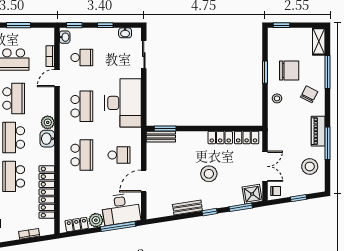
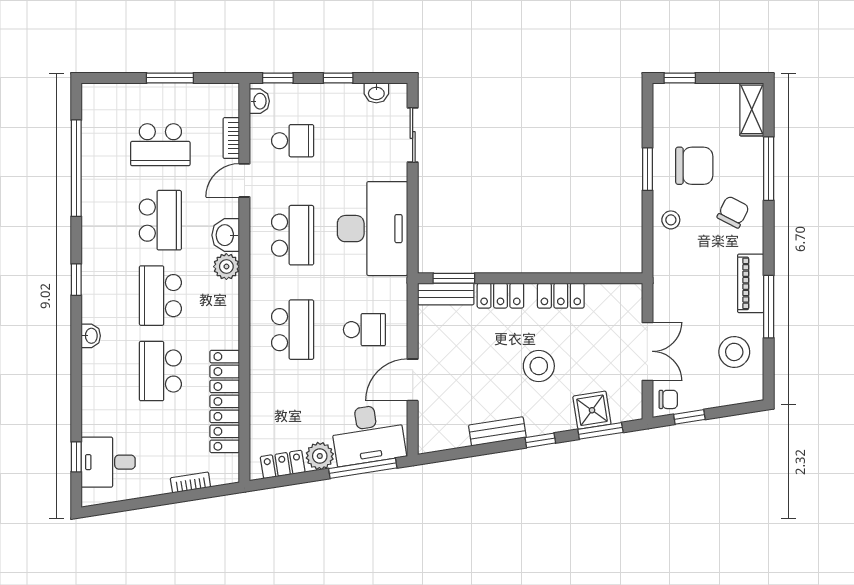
locker: (247, 137) -> (500, 296), moved
washbasin: (47, 139) -> (226, 235), moved
shower: (252, 194) -> (592, 410), moved
window: (299, 198) -> (689, 417), moved

